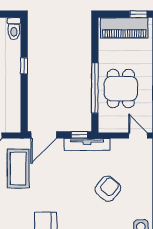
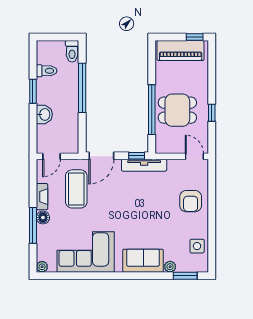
window: (24, 66) -> (82, 88), width x3.17
dining table: (121, 89) -> (177, 110), turned 90
armchair: (108, 189) -> (191, 201), moved, turned 141

